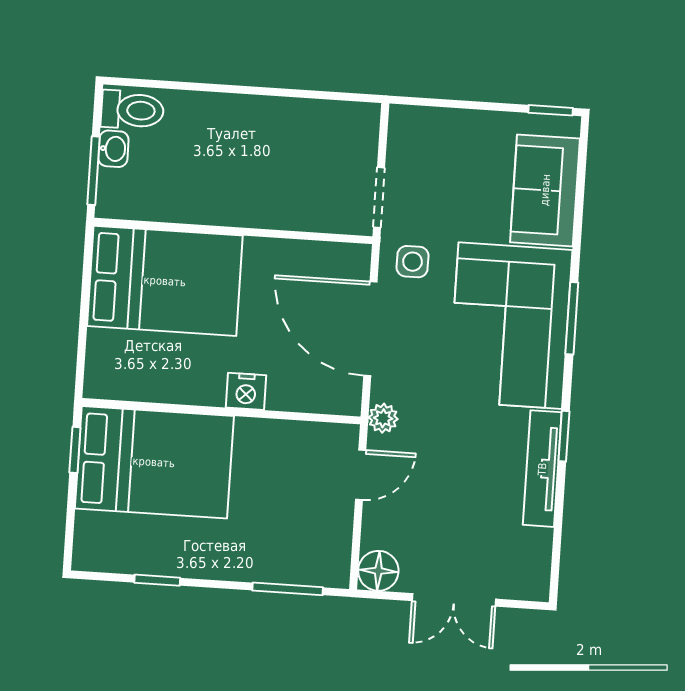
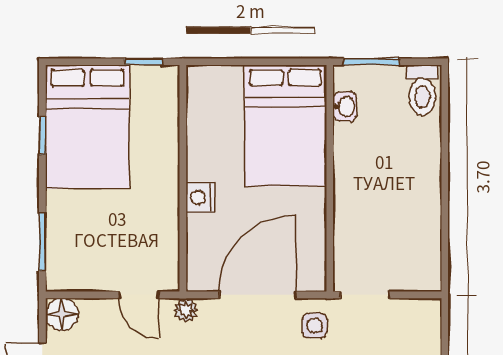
washbasin: (113, 149) -> (345, 107), moved, turned -90
bed: (154, 462) -> (87, 127), moved

